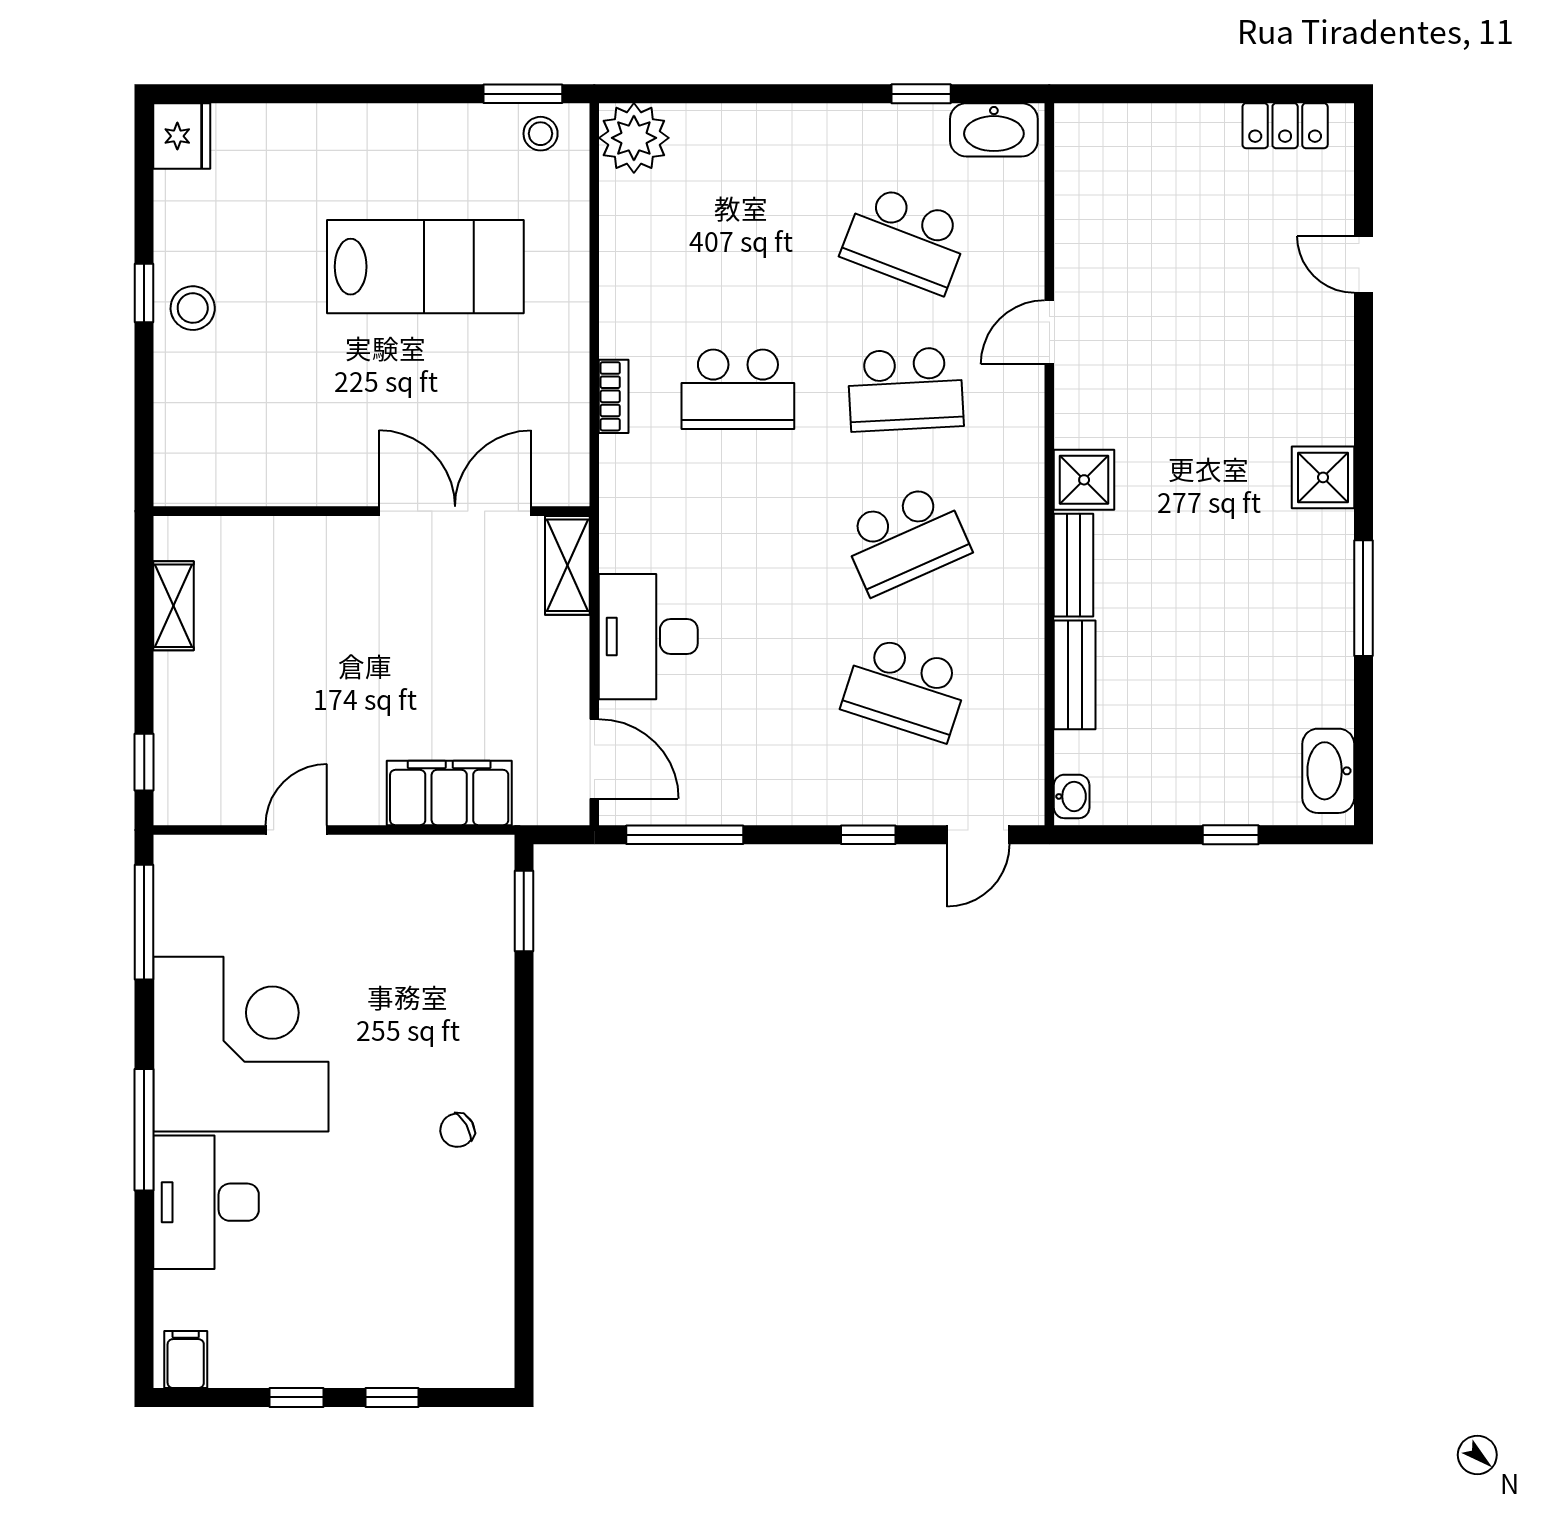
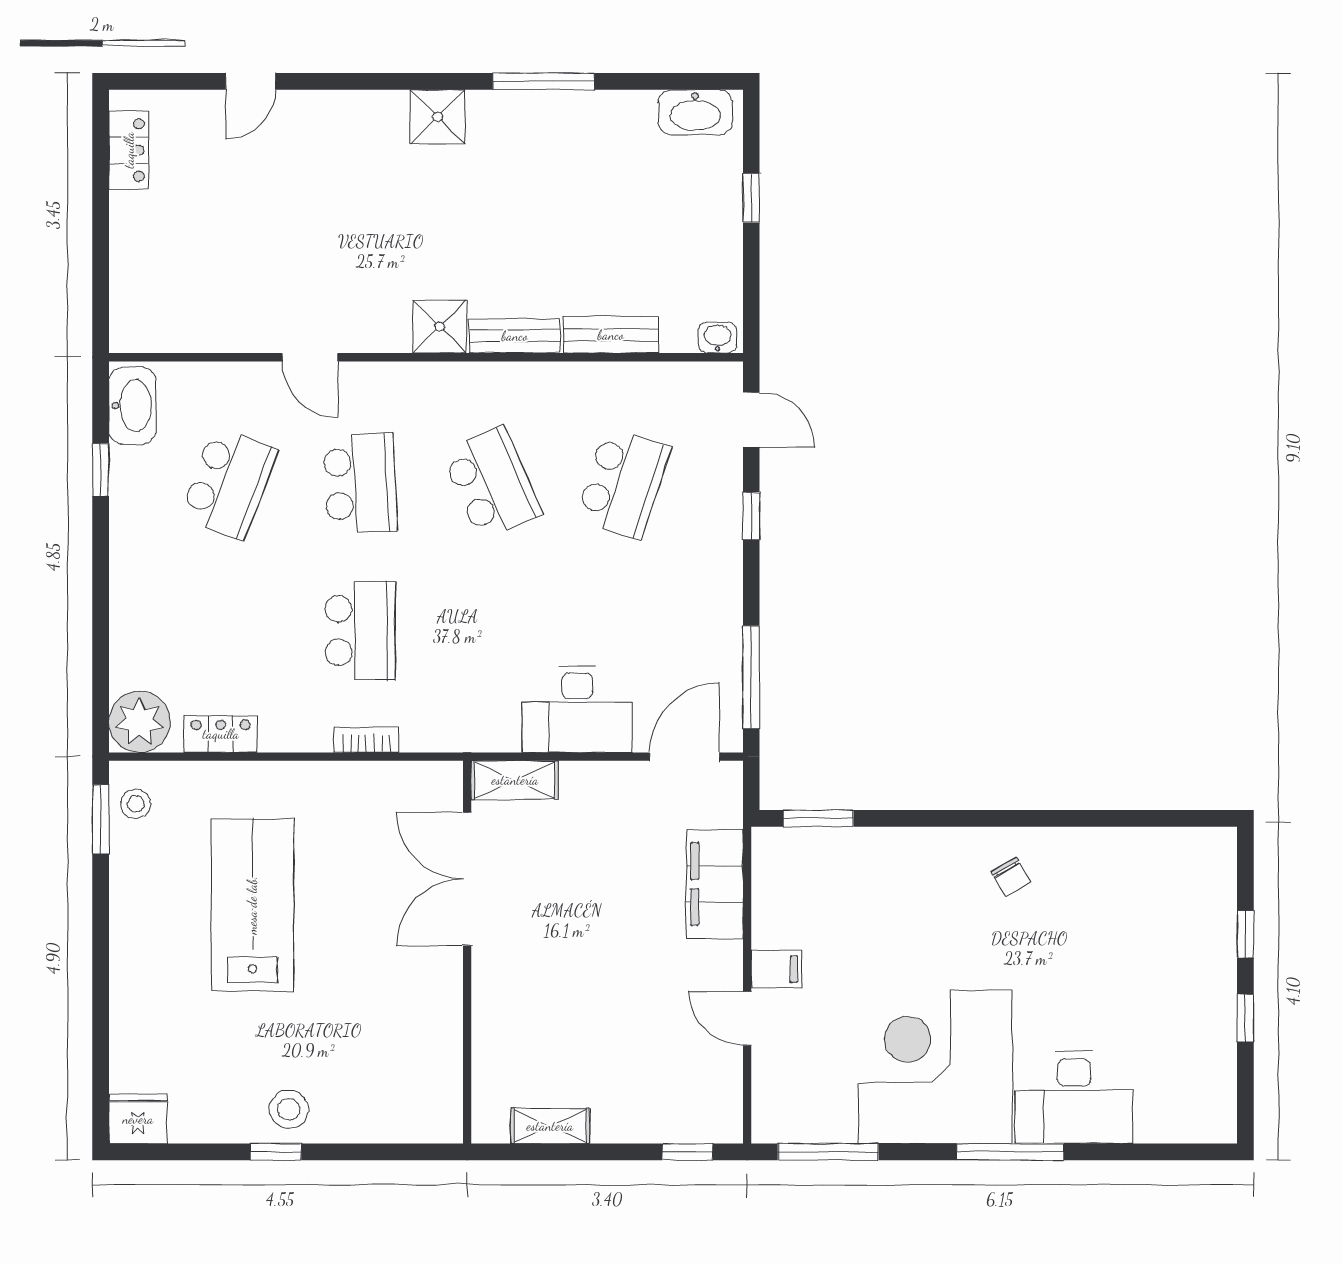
locker: (620, 230) -> (221, 734), added
filing cabinet: (186, 1360) -> (776, 969), moved, turned 180

